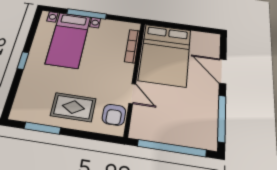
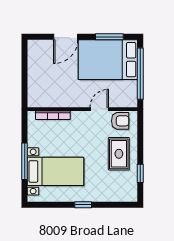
bed: (165, 55) -> (108, 60), moved, turned 180
window: (222, 118) -> (109, 37), width x0.69
window: (42, 128) -> (140, 173), width x0.67

